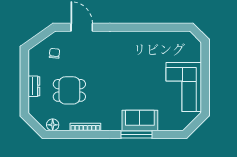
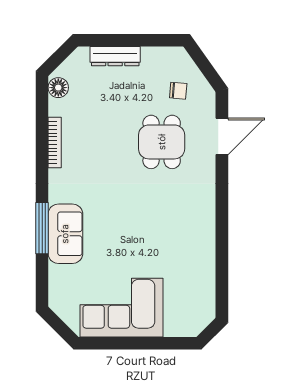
dresser: (34, 86) -> (115, 56), width x1.44
dining table: (69, 90) -> (162, 142), moved

